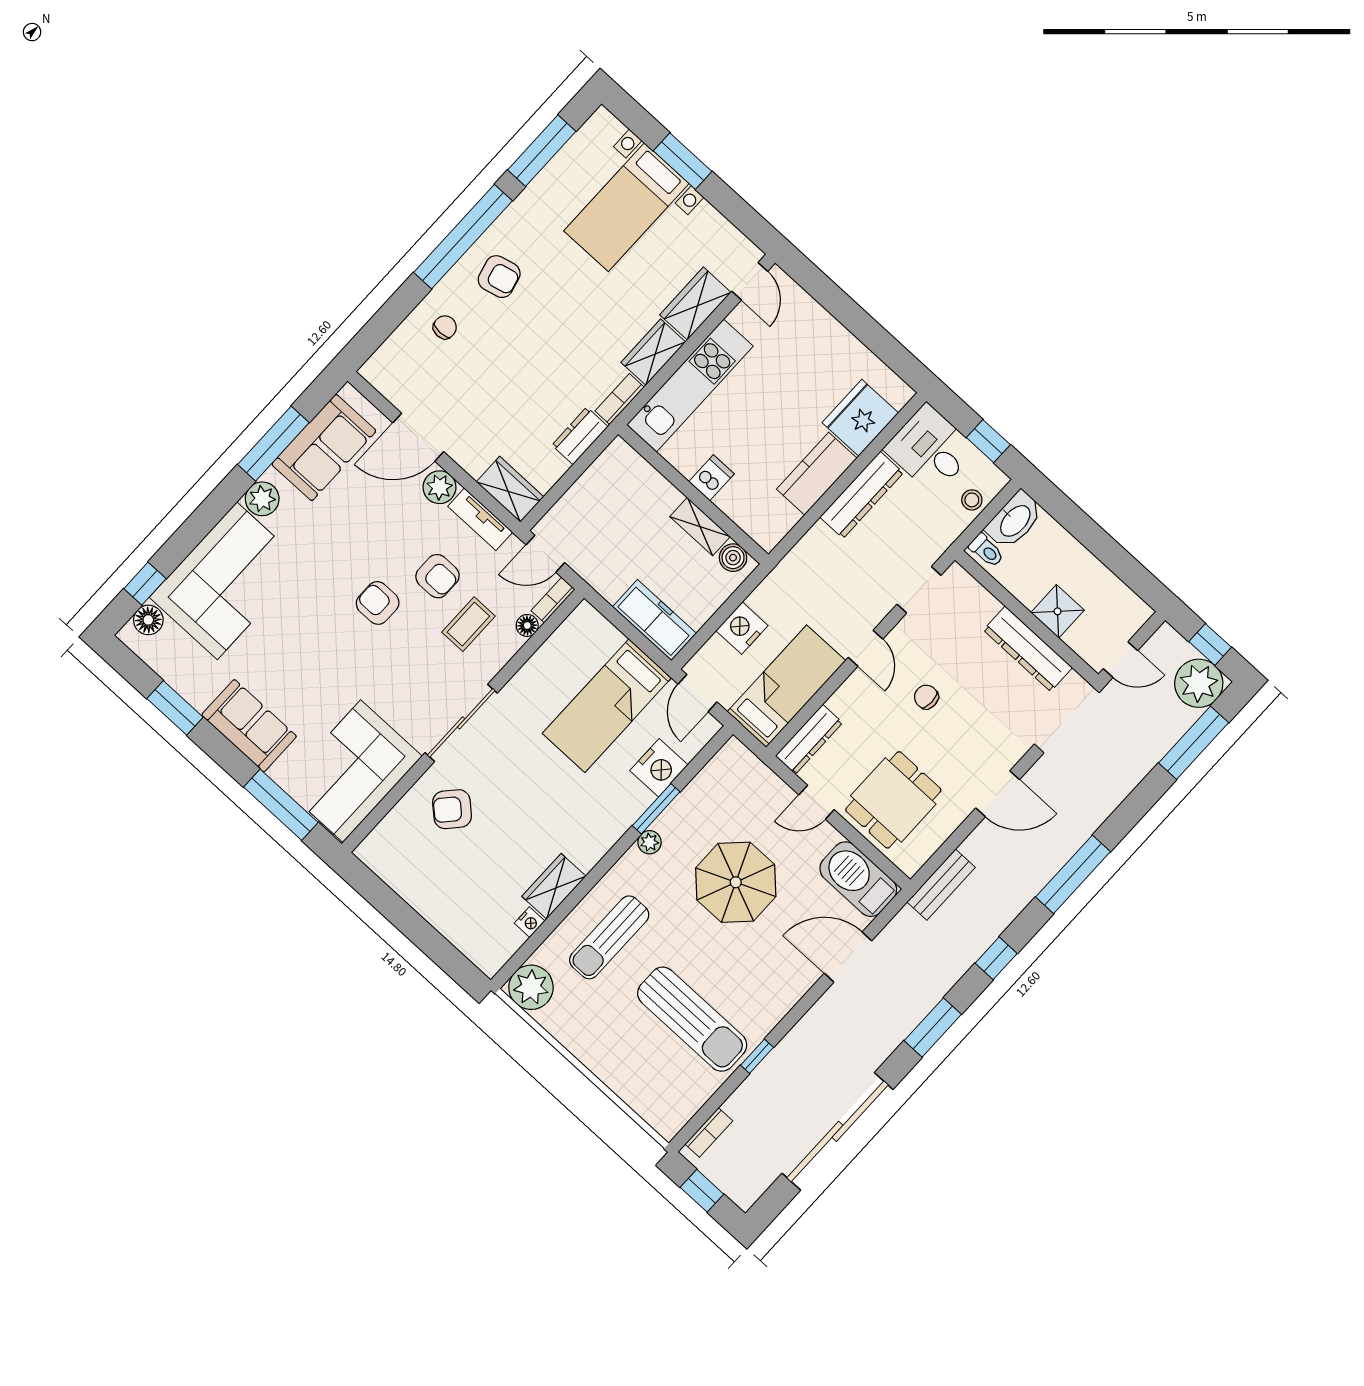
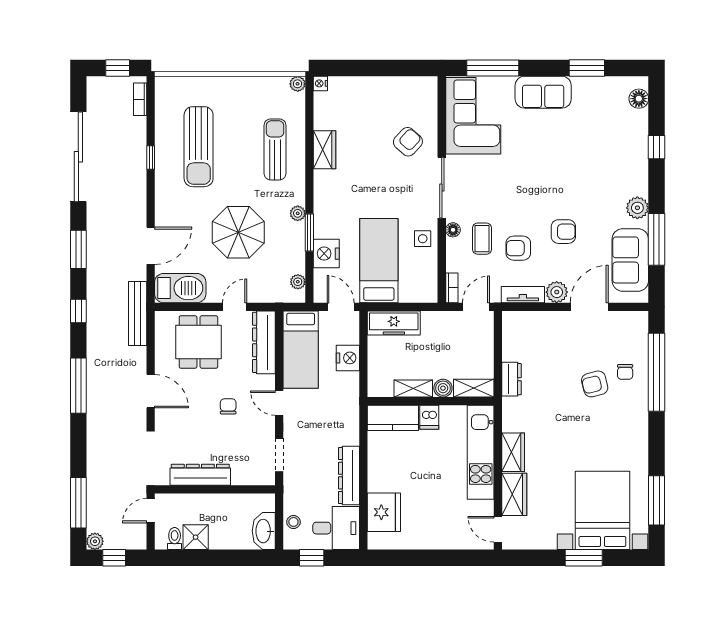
bed with nightstands: (626, 207) -> (602, 510), width x1.36
window: (463, 237) -> (657, 372), moved
armchair: (499, 277) -> (595, 384), moved
bookcase: (620, 399) -> (509, 415), removed
shelving: (632, 465) -> (474, 388), added
kitchen counter: (817, 474) -> (393, 418), moved, turned 90
wardrobe: (510, 489) -> (522, 322), removed
toilet: (986, 550) -> (175, 539), moved, turned 90
boiler: (733, 558) -> (443, 388), moved
corner sofa: (227, 581) -> (618, 153), removed
window: (145, 584) -> (657, 147), moved
armchair: (378, 603) -> (563, 232), moved
shower: (1057, 611) -> (196, 537), moved
floor lamp: (527, 625) -> (453, 230), moved
plant: (1199, 683) -> (95, 541), width x0.53, depth x0.53
side table: (535, 685) -> (423, 239), added
chair: (926, 697) -> (228, 406), turned -90
dresser: (809, 739) -> (264, 342), width x1.37, depth x1.24
plant: (720, 765) -> (298, 282), added
door: (998, 794) -> (151, 391), swing flipped
bench: (941, 885) -> (138, 314), width x1.36
nightstand: (530, 922) -> (320, 83), moved
plant: (531, 987) -> (298, 84), width x0.53, depth x0.53
sun lounger: (692, 1019) -> (199, 147), turned -90

